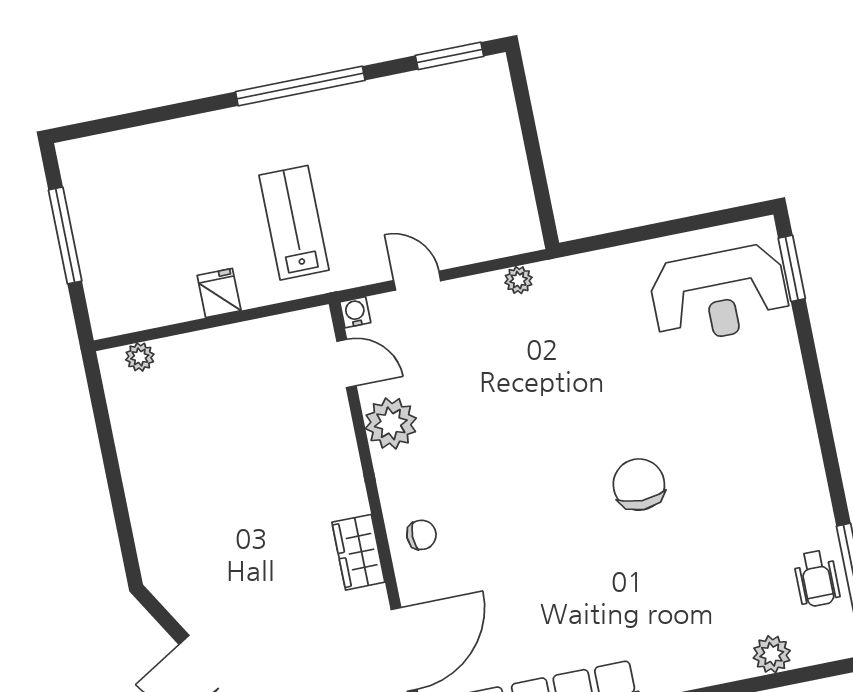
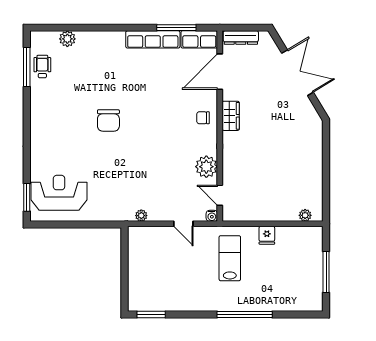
window: (300, 86) -> (245, 314), moved
lab bench: (294, 223) -> (230, 258), turned 180

